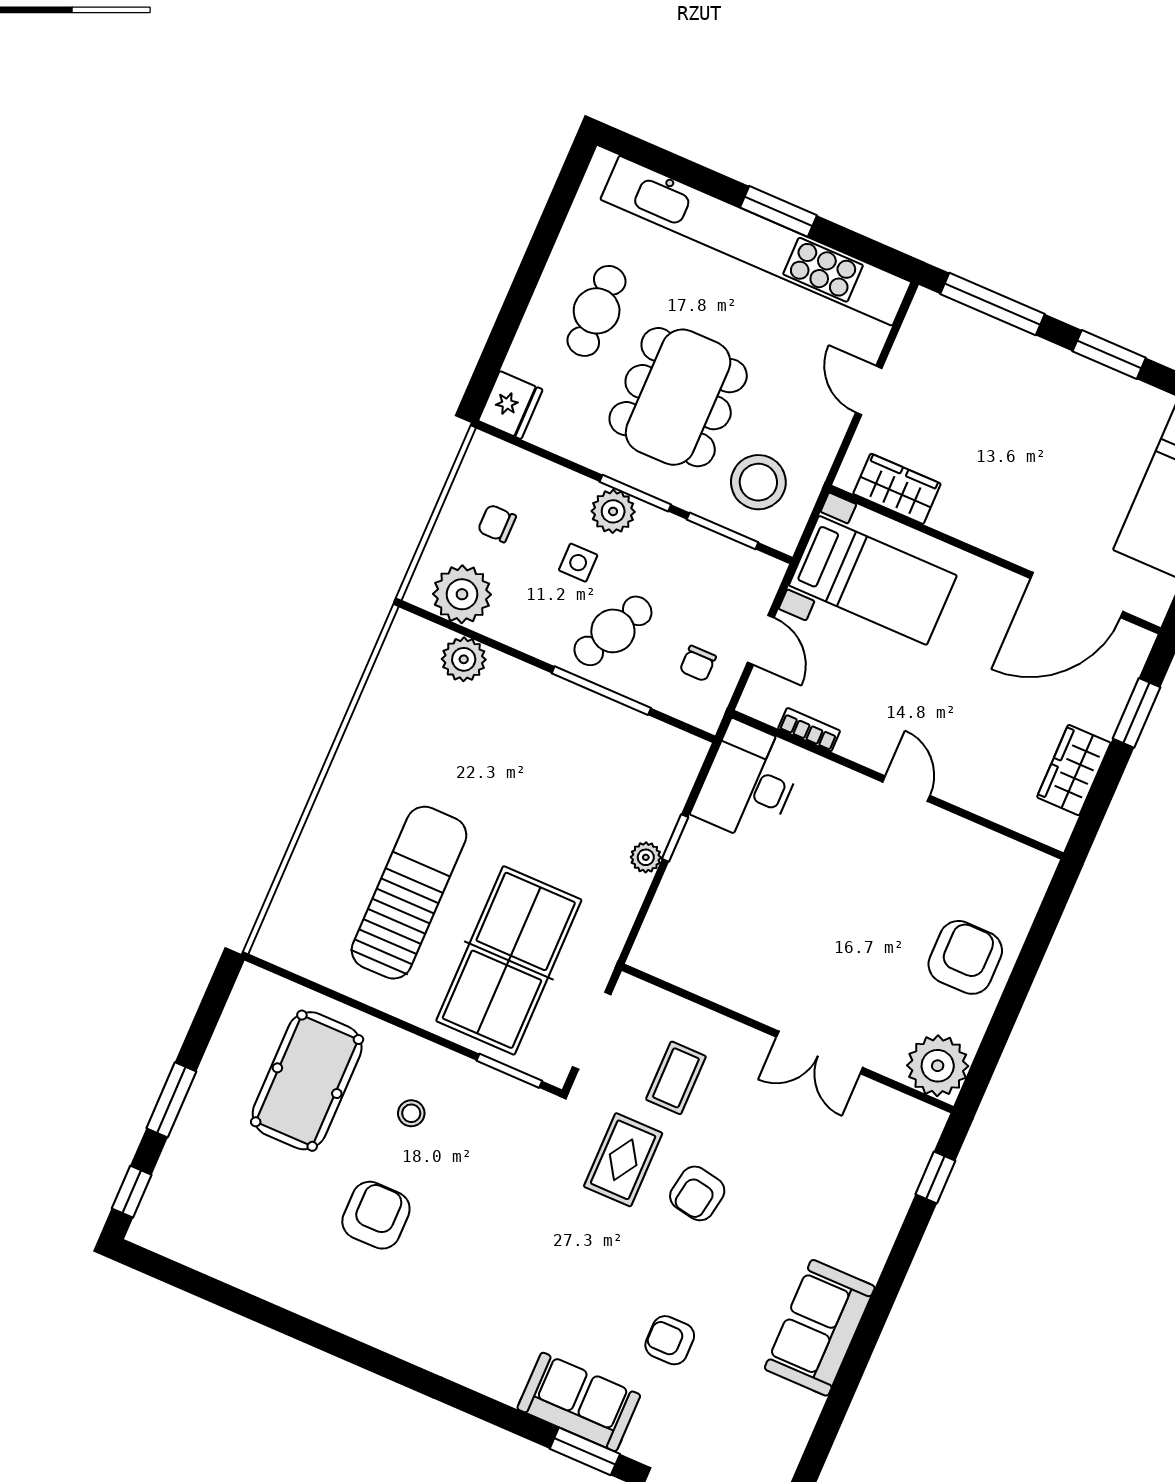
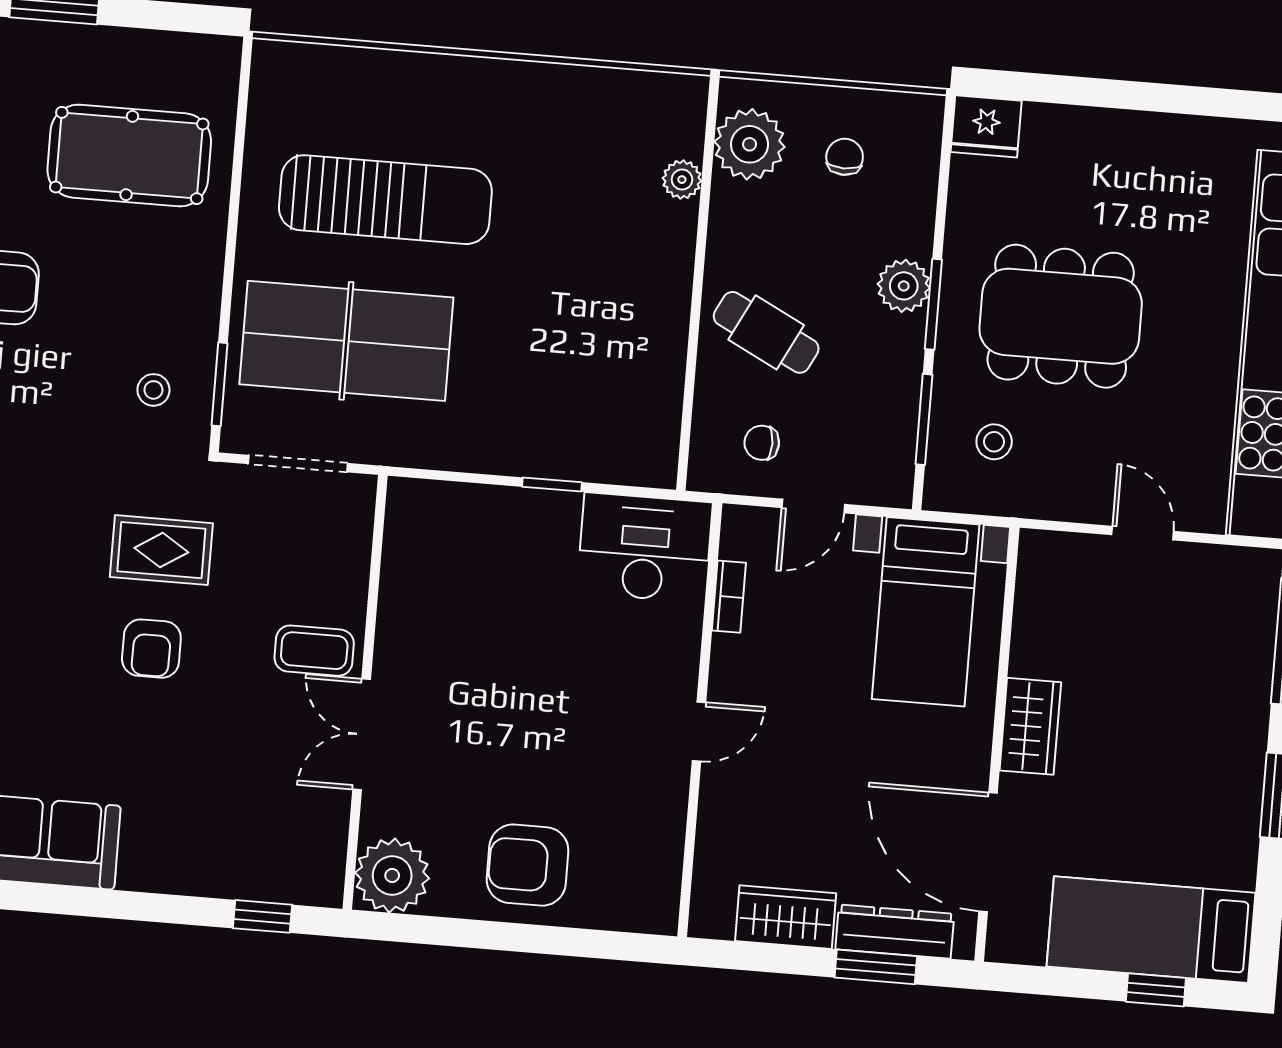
cafe table: (597, 311) -> (1128, 189), removed
door: (869, 390) -> (1143, 533), hinge flipped
stool: (758, 482) -> (994, 442), width x0.53, depth x0.53
wardrobe: (897, 489) -> (1030, 726), moved
side table: (578, 563) -> (831, 266), removed
plant: (464, 659) -> (682, 180), width x0.73, depth x0.73
dresser: (1114, 689) -> (895, 932), added
window: (601, 691) -> (693, 342), removed
plant: (646, 857) -> (518, 458), removed
armchair: (965, 957) -> (528, 865), turned 180
coffee table: (676, 1078) -> (314, 651), moved
stool: (411, 1113) -> (153, 390), moved
armchair: (697, 1193) -> (151, 649), turned -100

